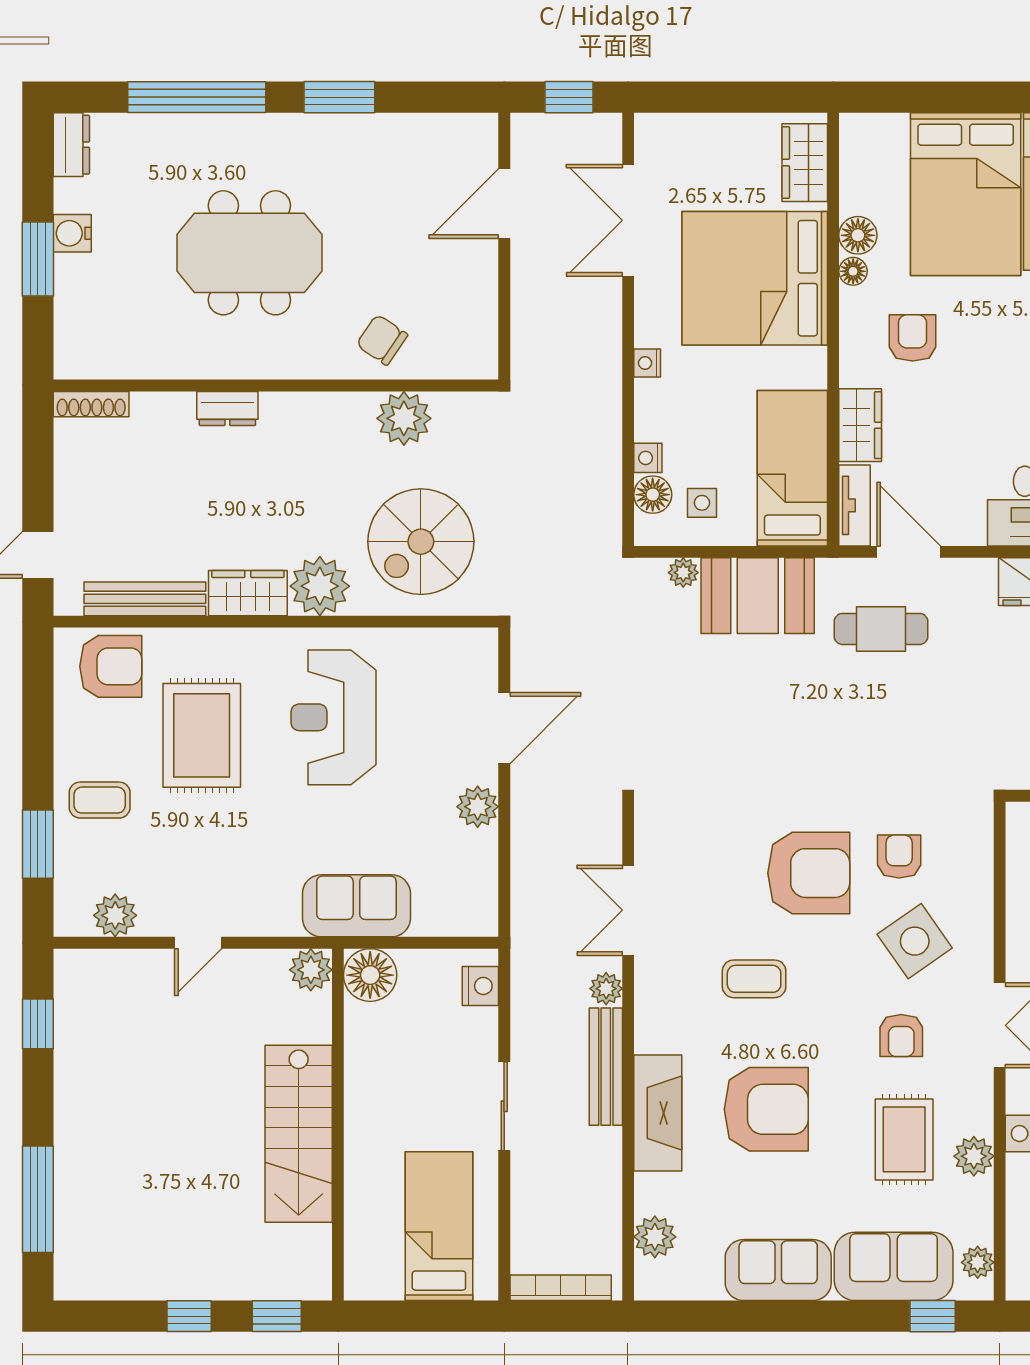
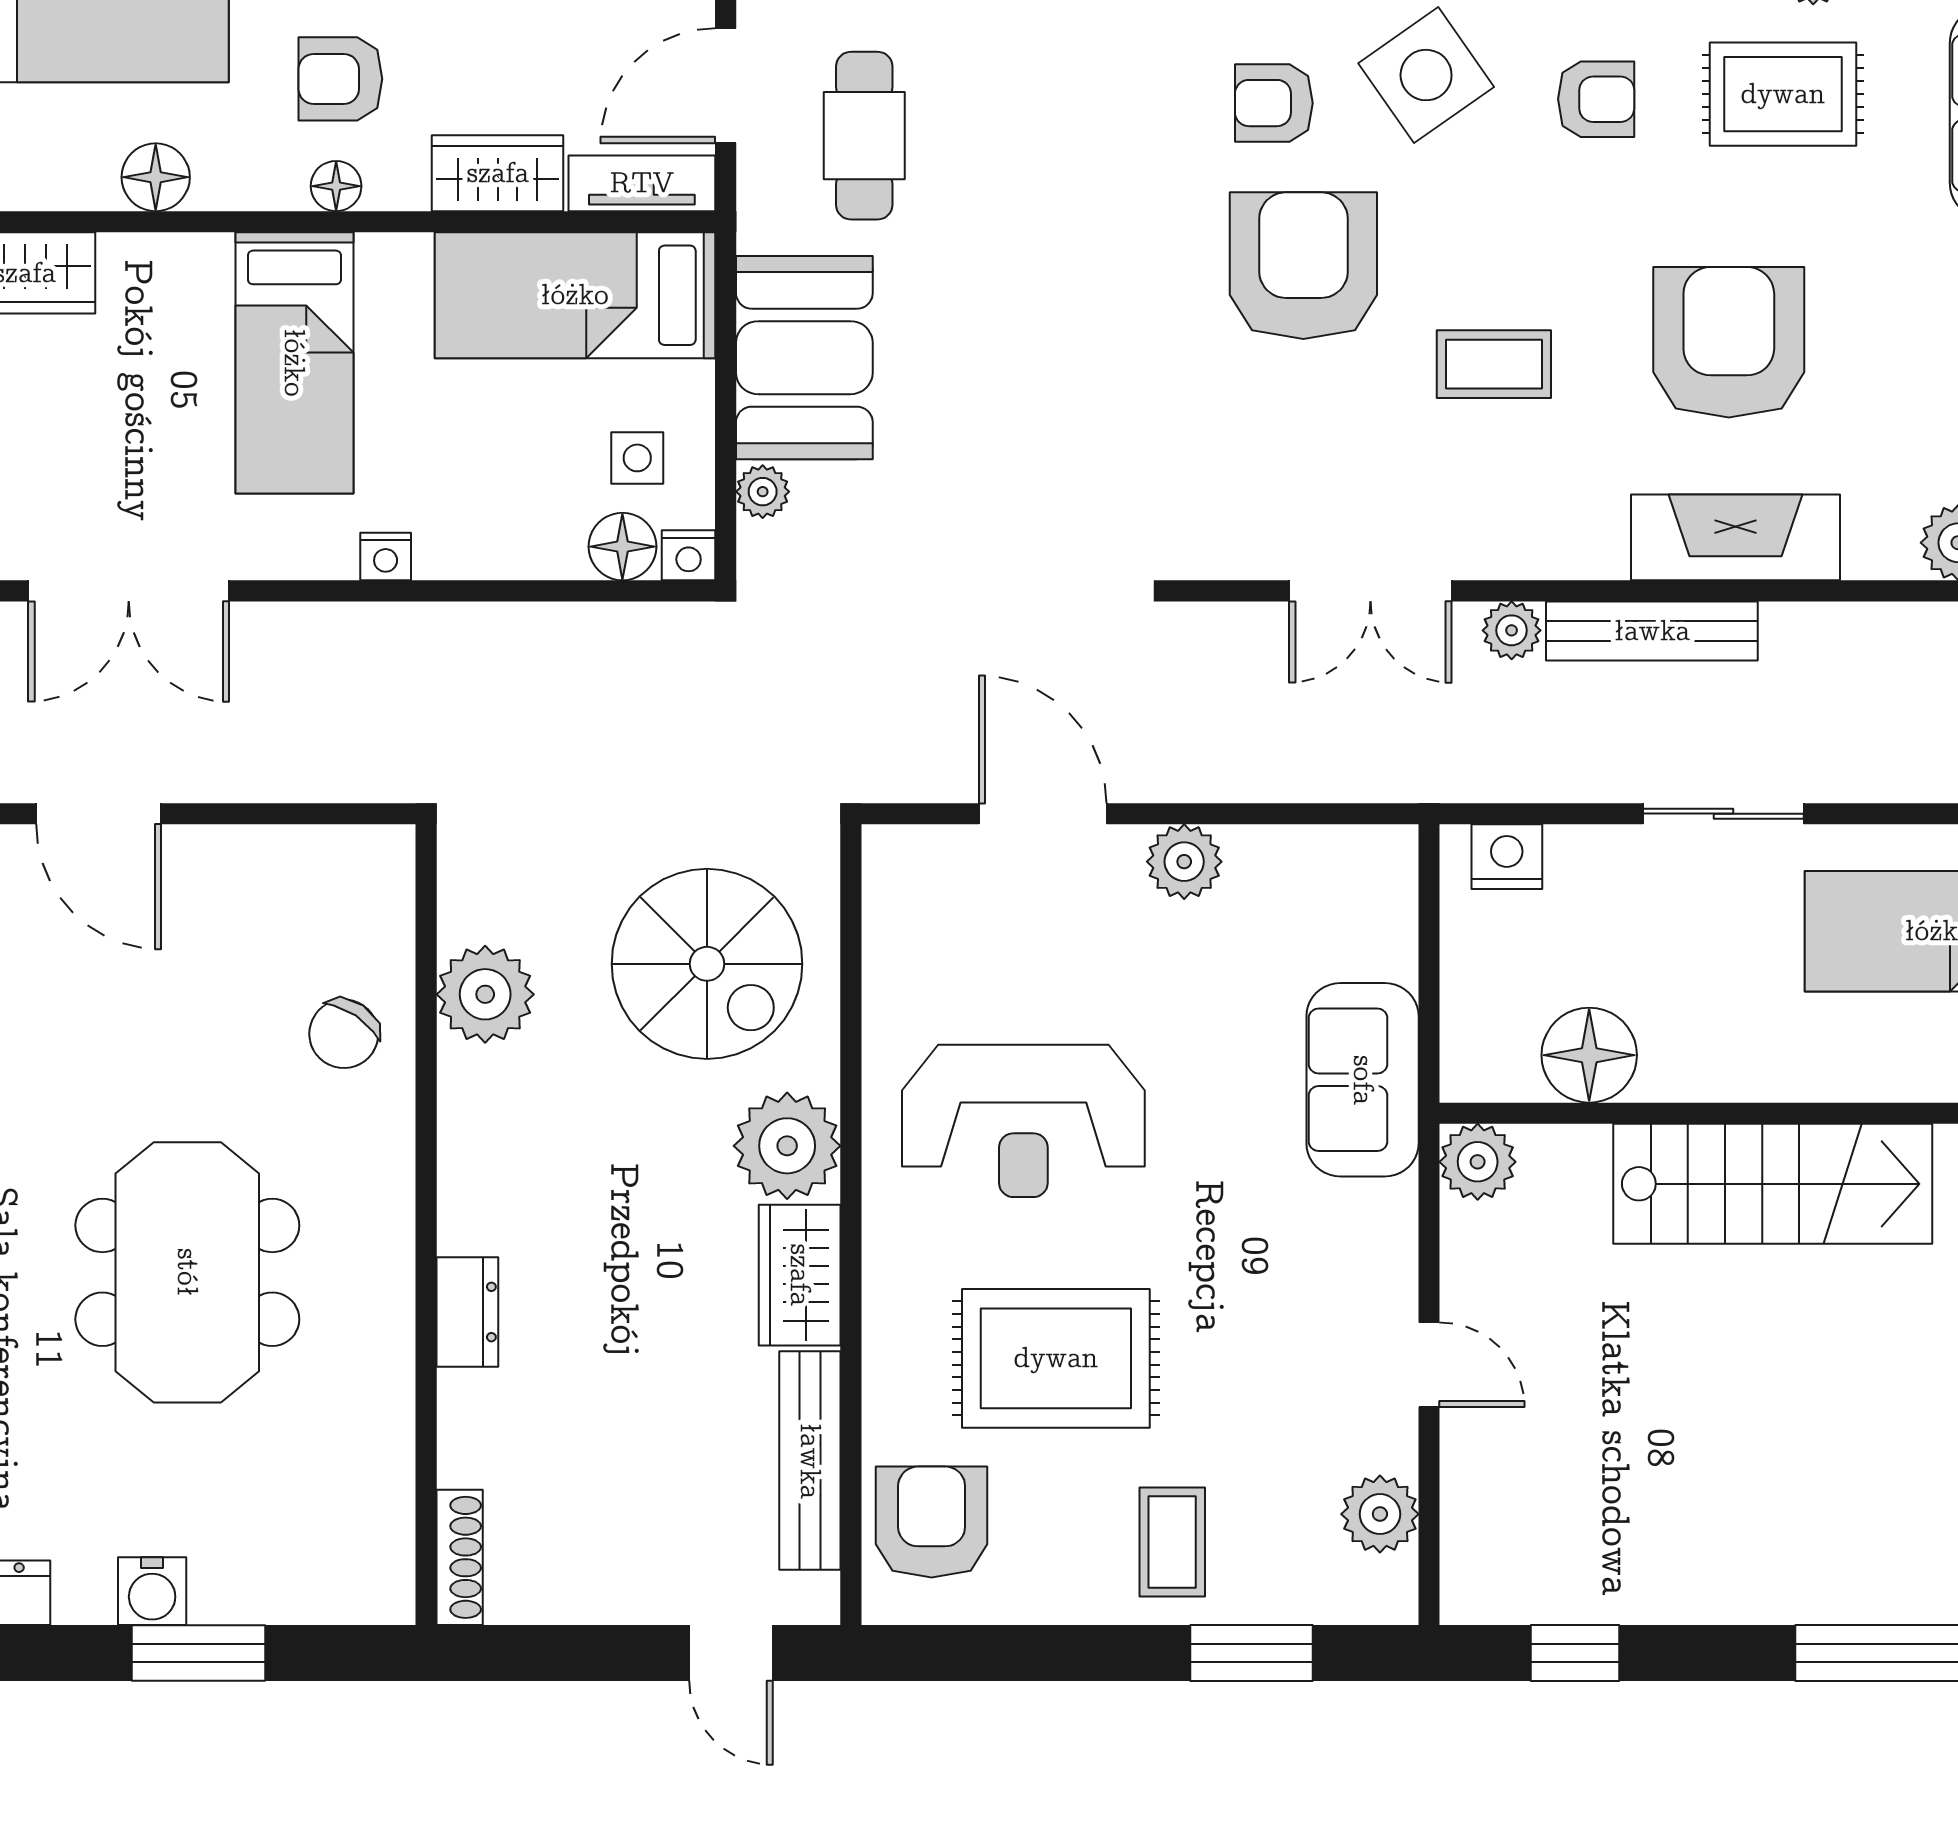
floor lamp: (853, 271) -> (336, 186), moved
bed: (755, 278) -> (294, 363), width x0.49
nightstand: (648, 458) -> (689, 555), moved
floor lamp: (370, 975) -> (1589, 1055), moved
coffee table: (754, 979) -> (1494, 364), turned 90

